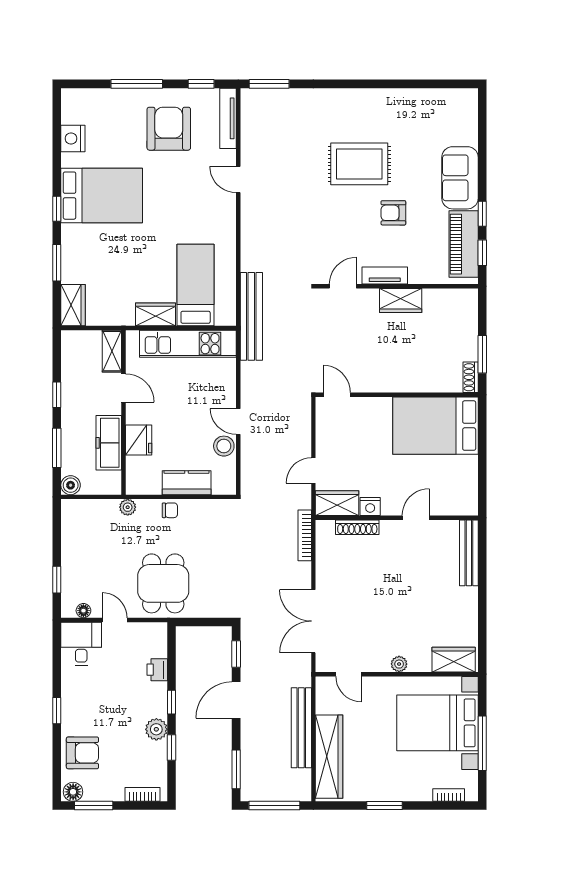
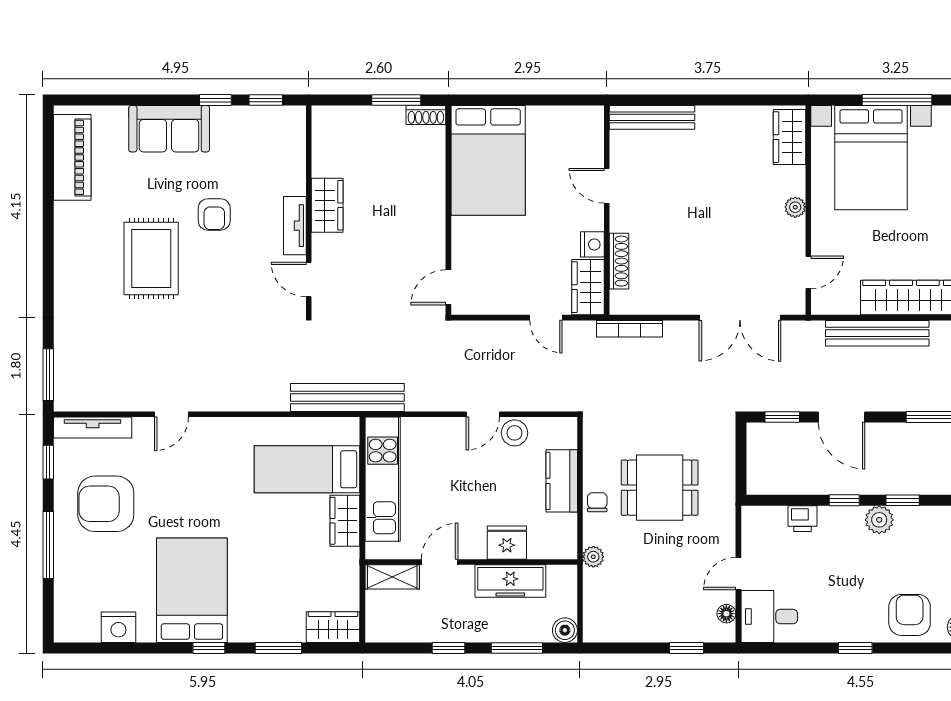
piano: (464, 244) -> (72, 157), moved, turned -90
dining table: (163, 583) -> (660, 488), moved

